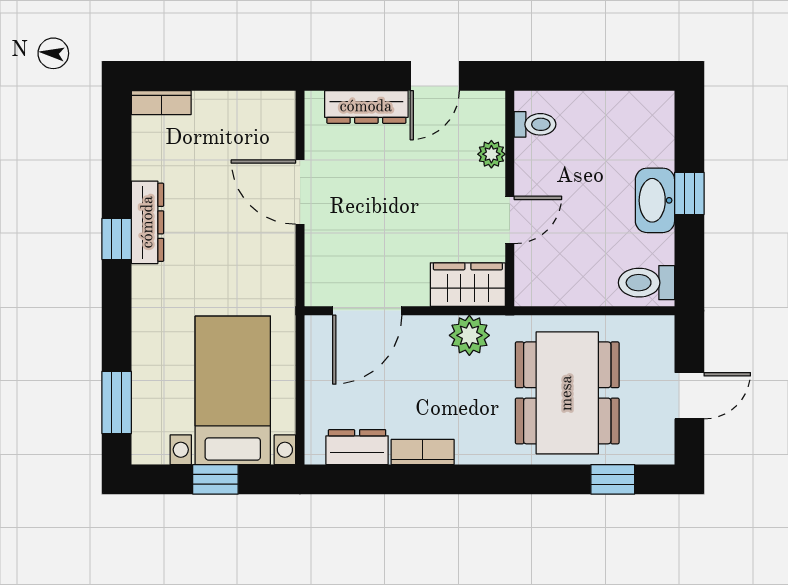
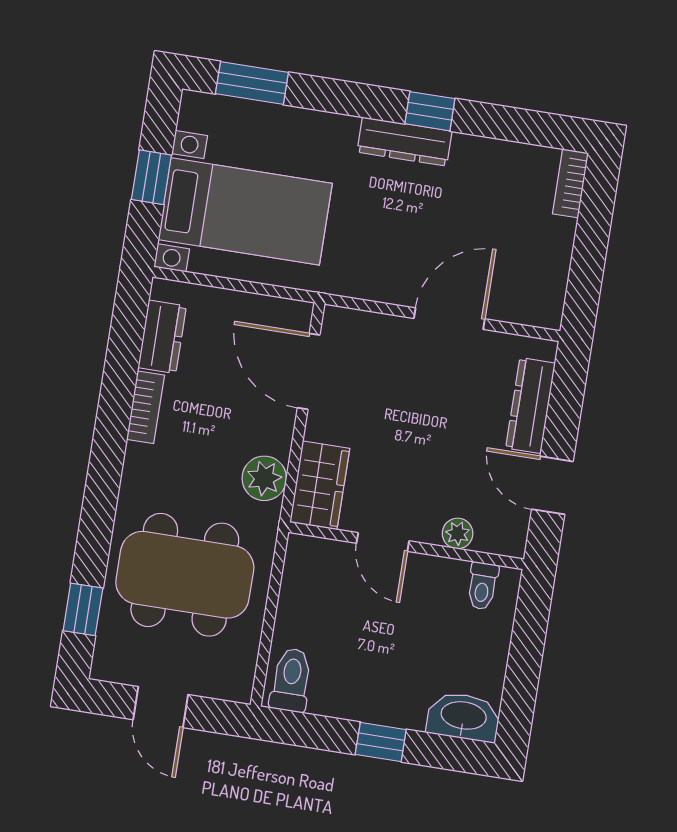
washbasin: (655, 200) -> (463, 717), moved
dresser: (148, 222) -> (405, 142), moved

